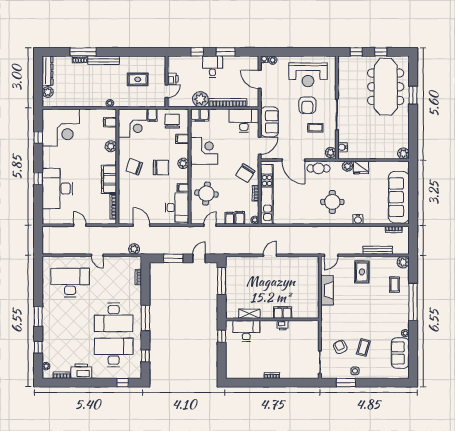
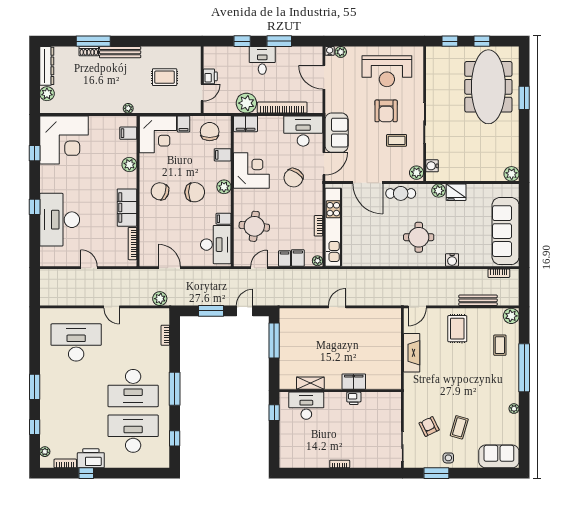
chair: (245, 173) -> (293, 178), moved
sofa: (400, 353) -> (499, 456), moved, turned 90
window: (123, 383) -> (86, 473), moved

